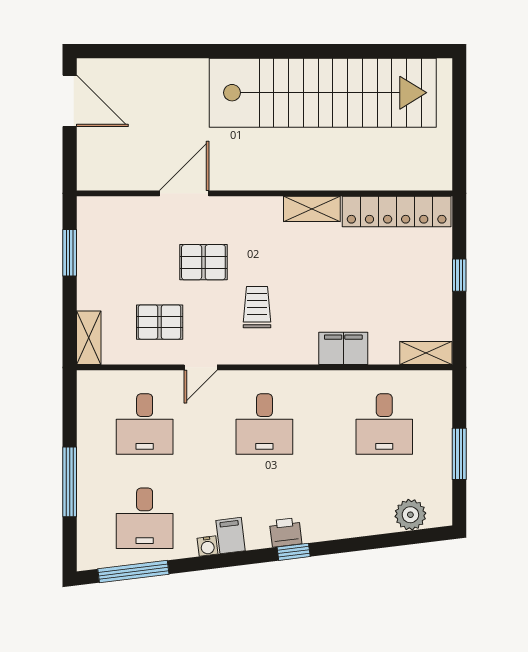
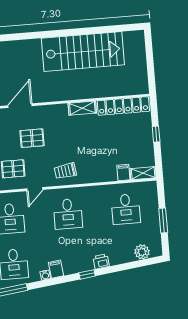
stairs: (323, 93) -> (83, 52), width x0.73
trolley: (257, 307) -> (65, 171), moved, turned -98
filing cabinet: (343, 348) -> (123, 173), moved, width x0.50
printer: (286, 532) -> (101, 261), moved

